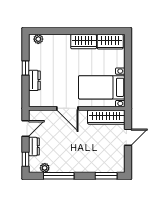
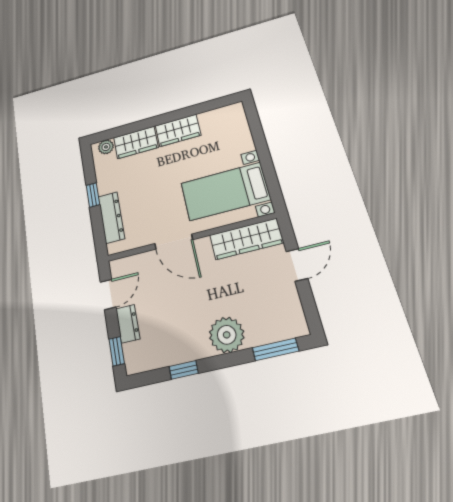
wardrobe: (110, 42) -> (136, 142), moved
dresser: (34, 80) -> (111, 217), width x1.44
plant: (45, 168) -> (227, 335), moved, width x1.87, depth x1.87
window: (59, 176) -> (184, 370), width x0.46

